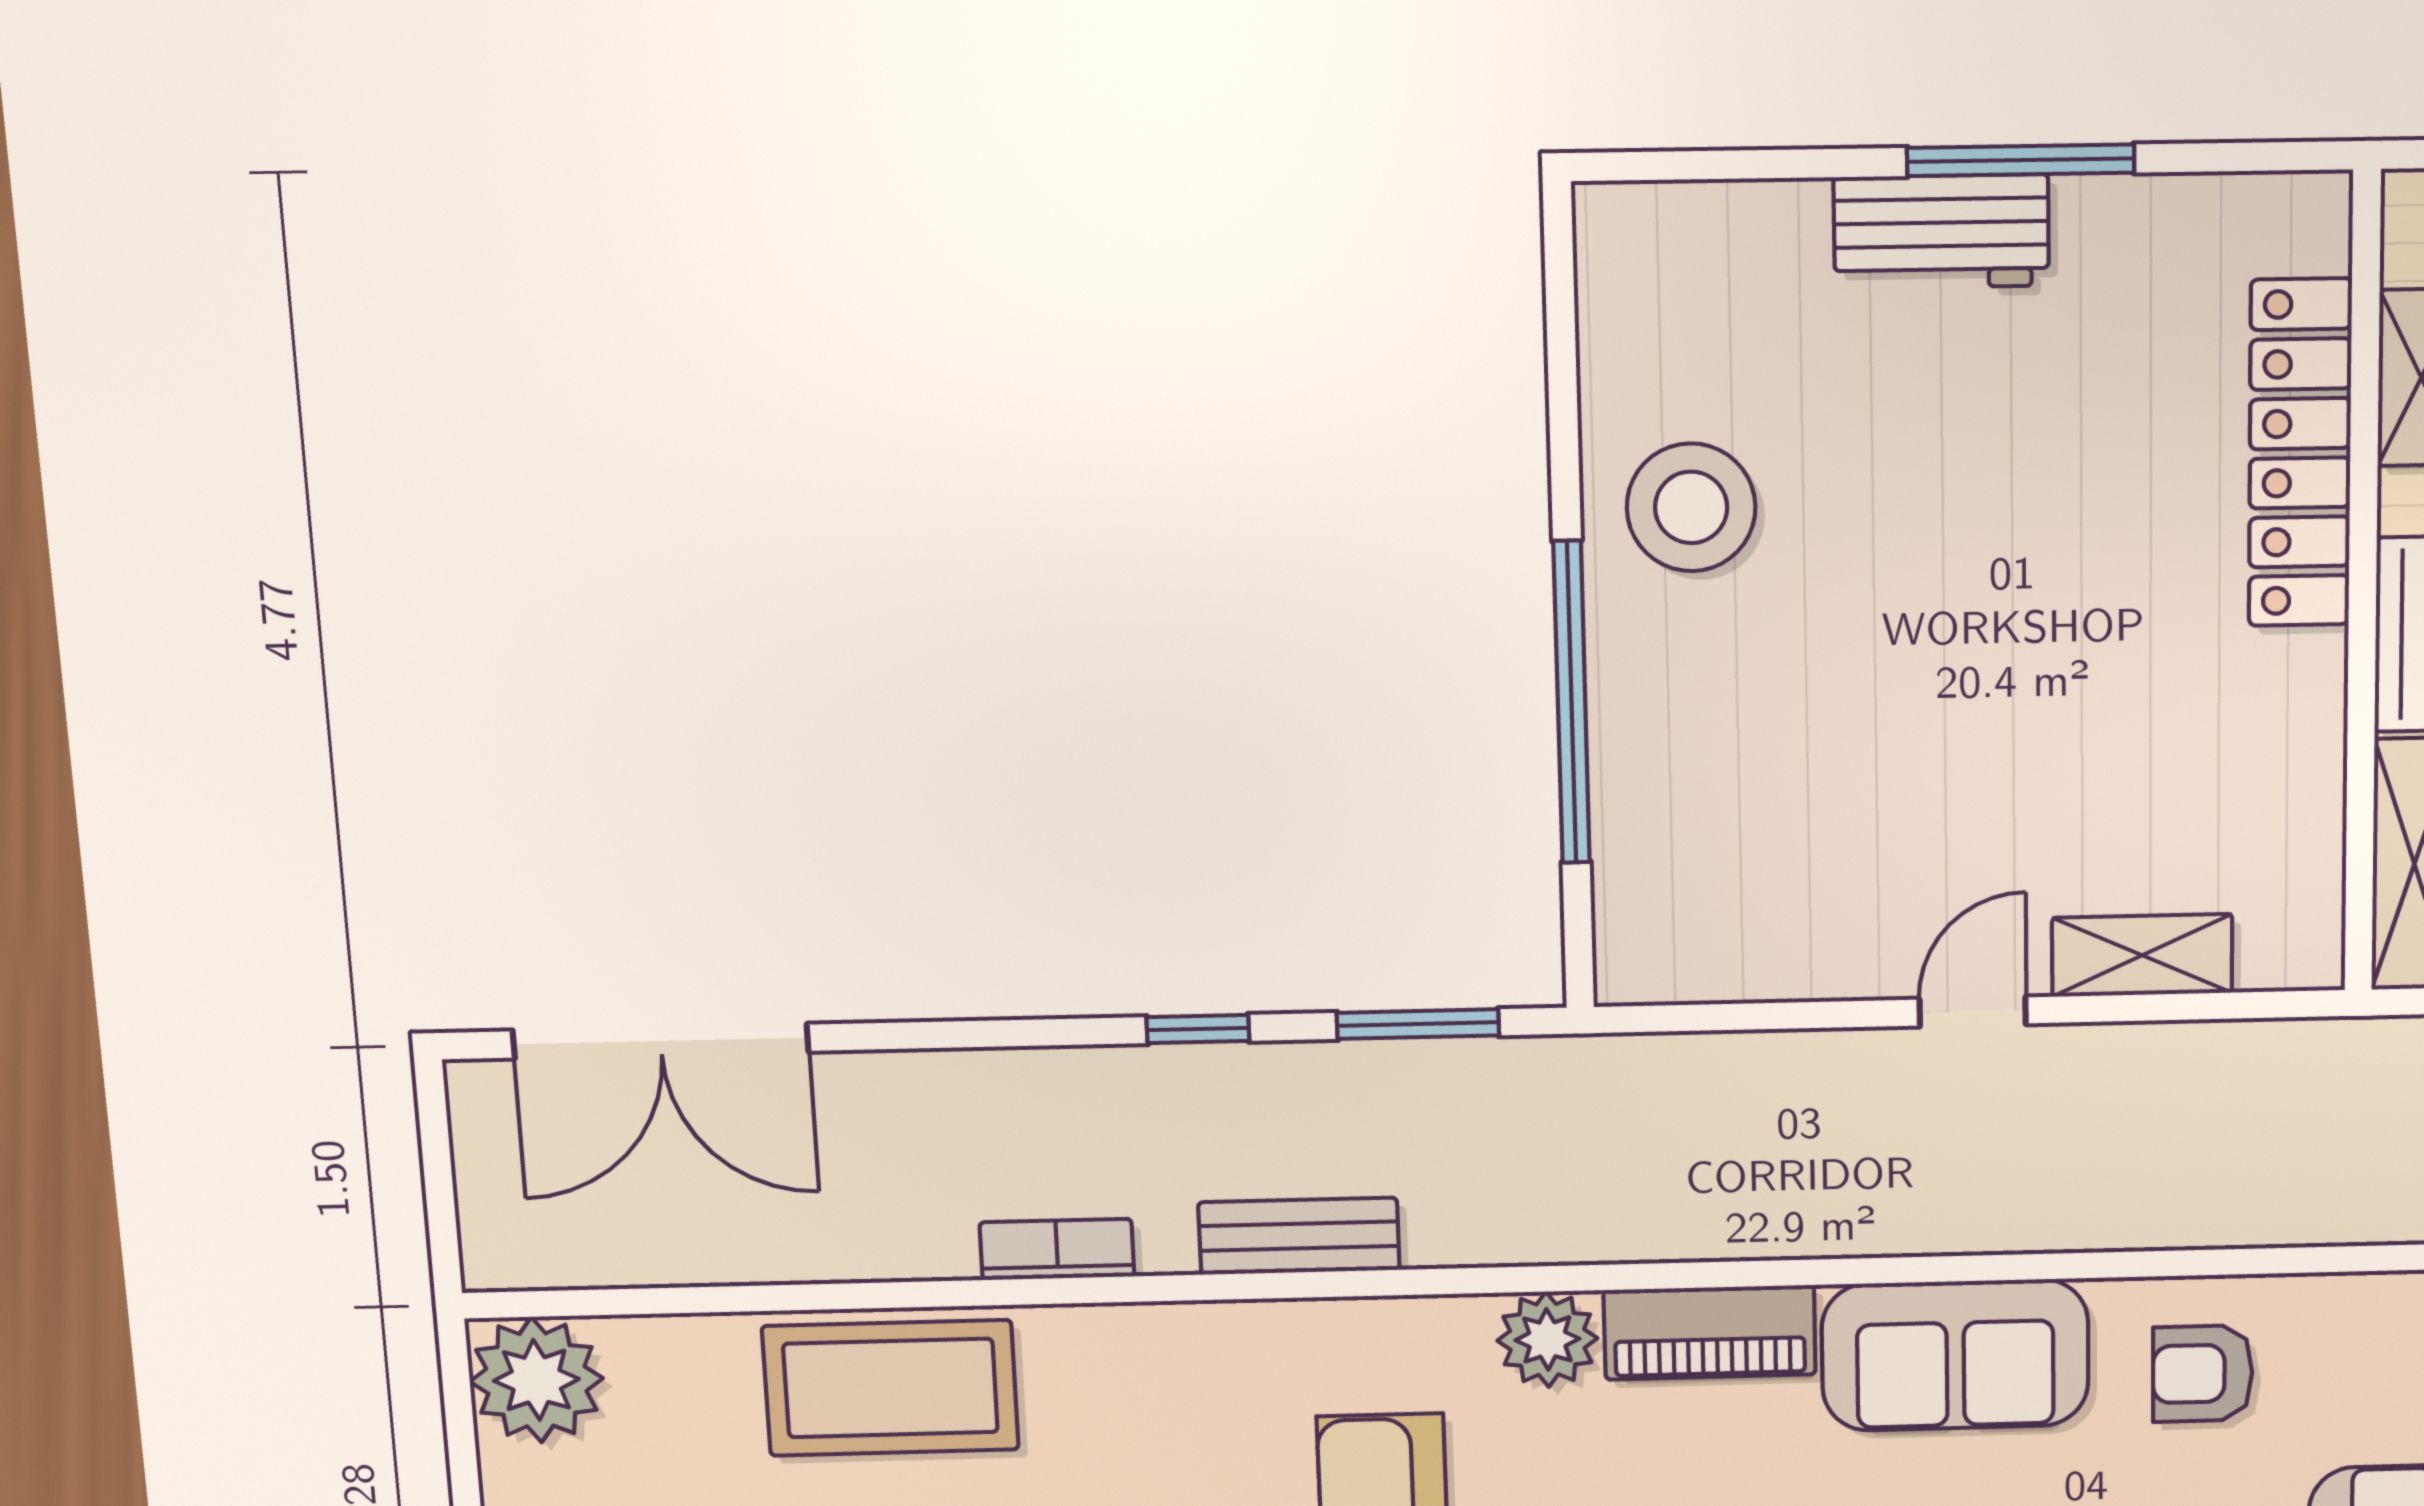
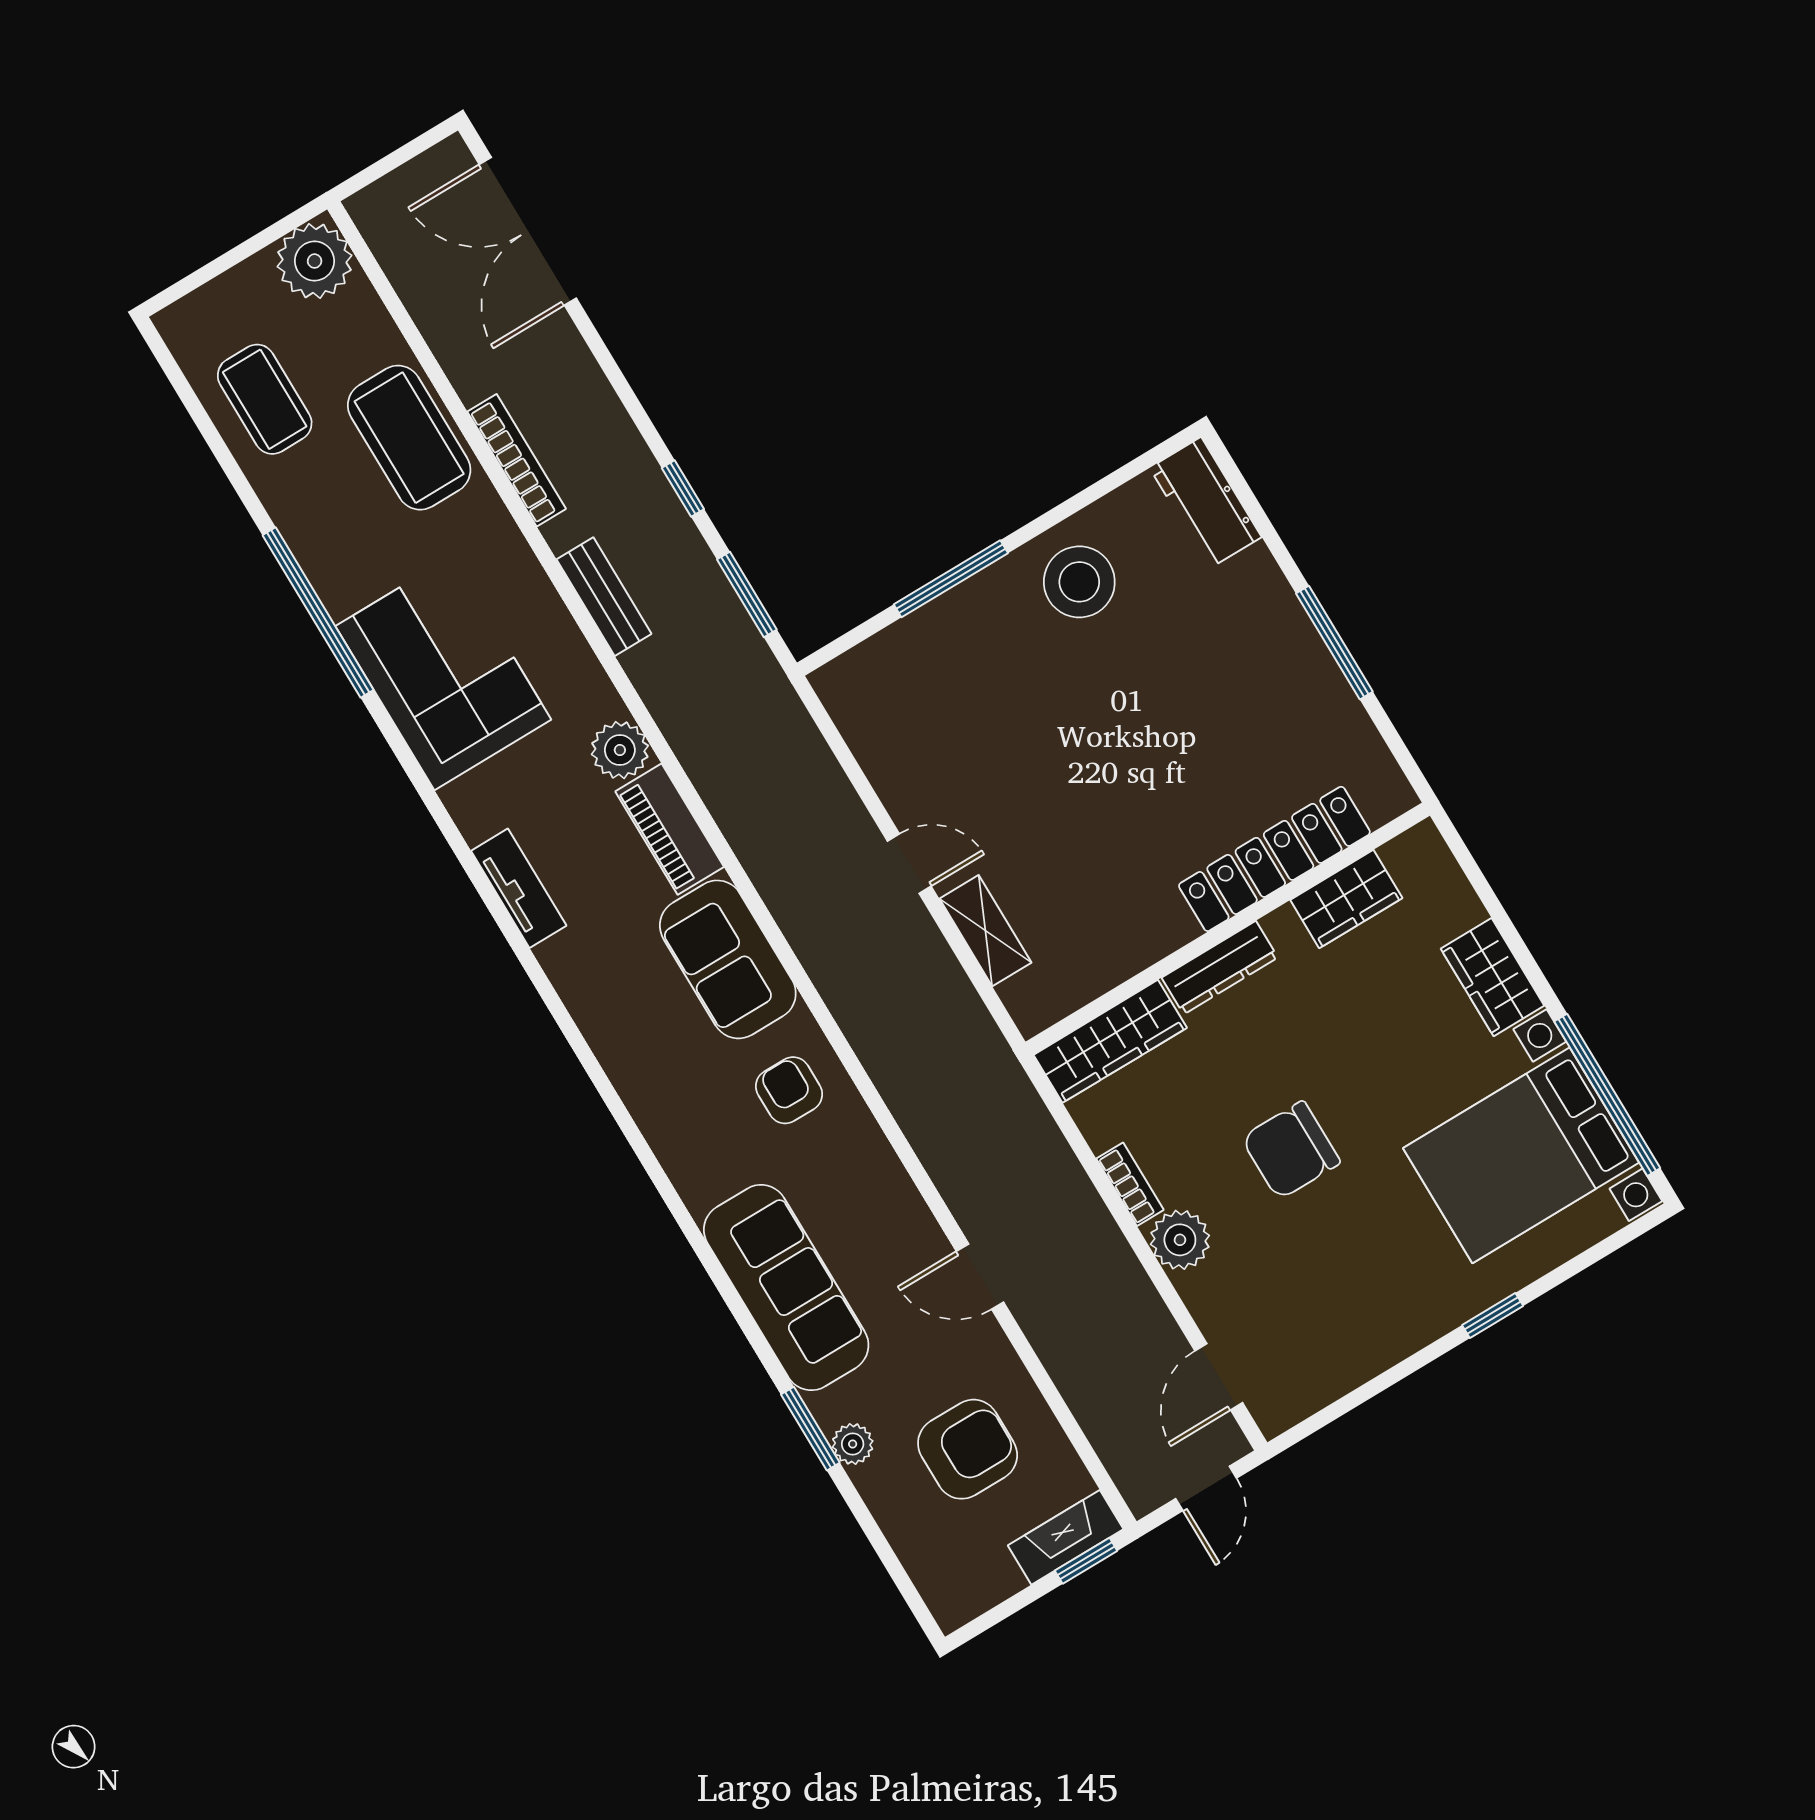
workbench: (1941, 232) -> (1206, 503), moved
window: (1572, 703) -> (951, 579), width x0.68
bookcase: (1057, 1249) -> (517, 460), width x1.56

